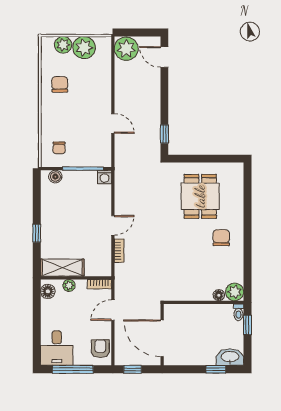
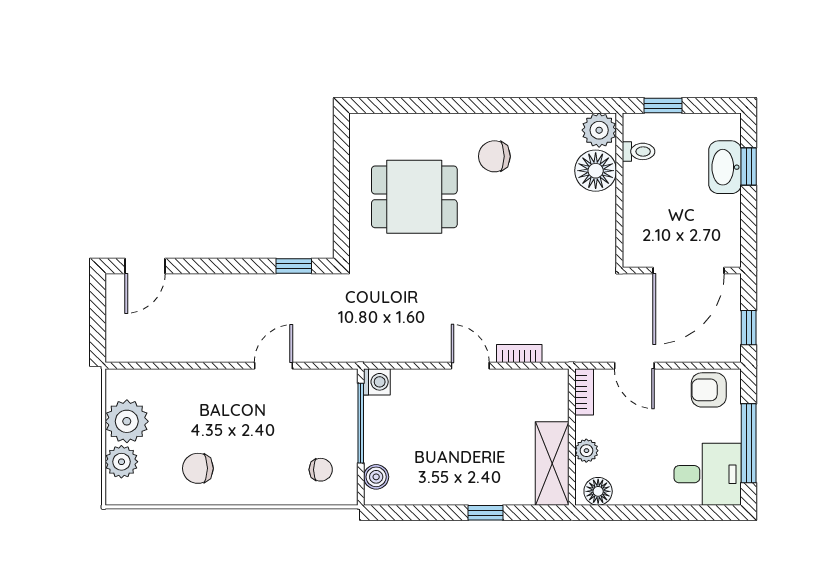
plant: (126, 49) -> (129, 340), removed
floor lamp: (219, 295) -> (596, 171), width x1.89, depth x1.89
toilet: (238, 312) -> (639, 151), moved
washbasin: (230, 357) -> (725, 167), moved

